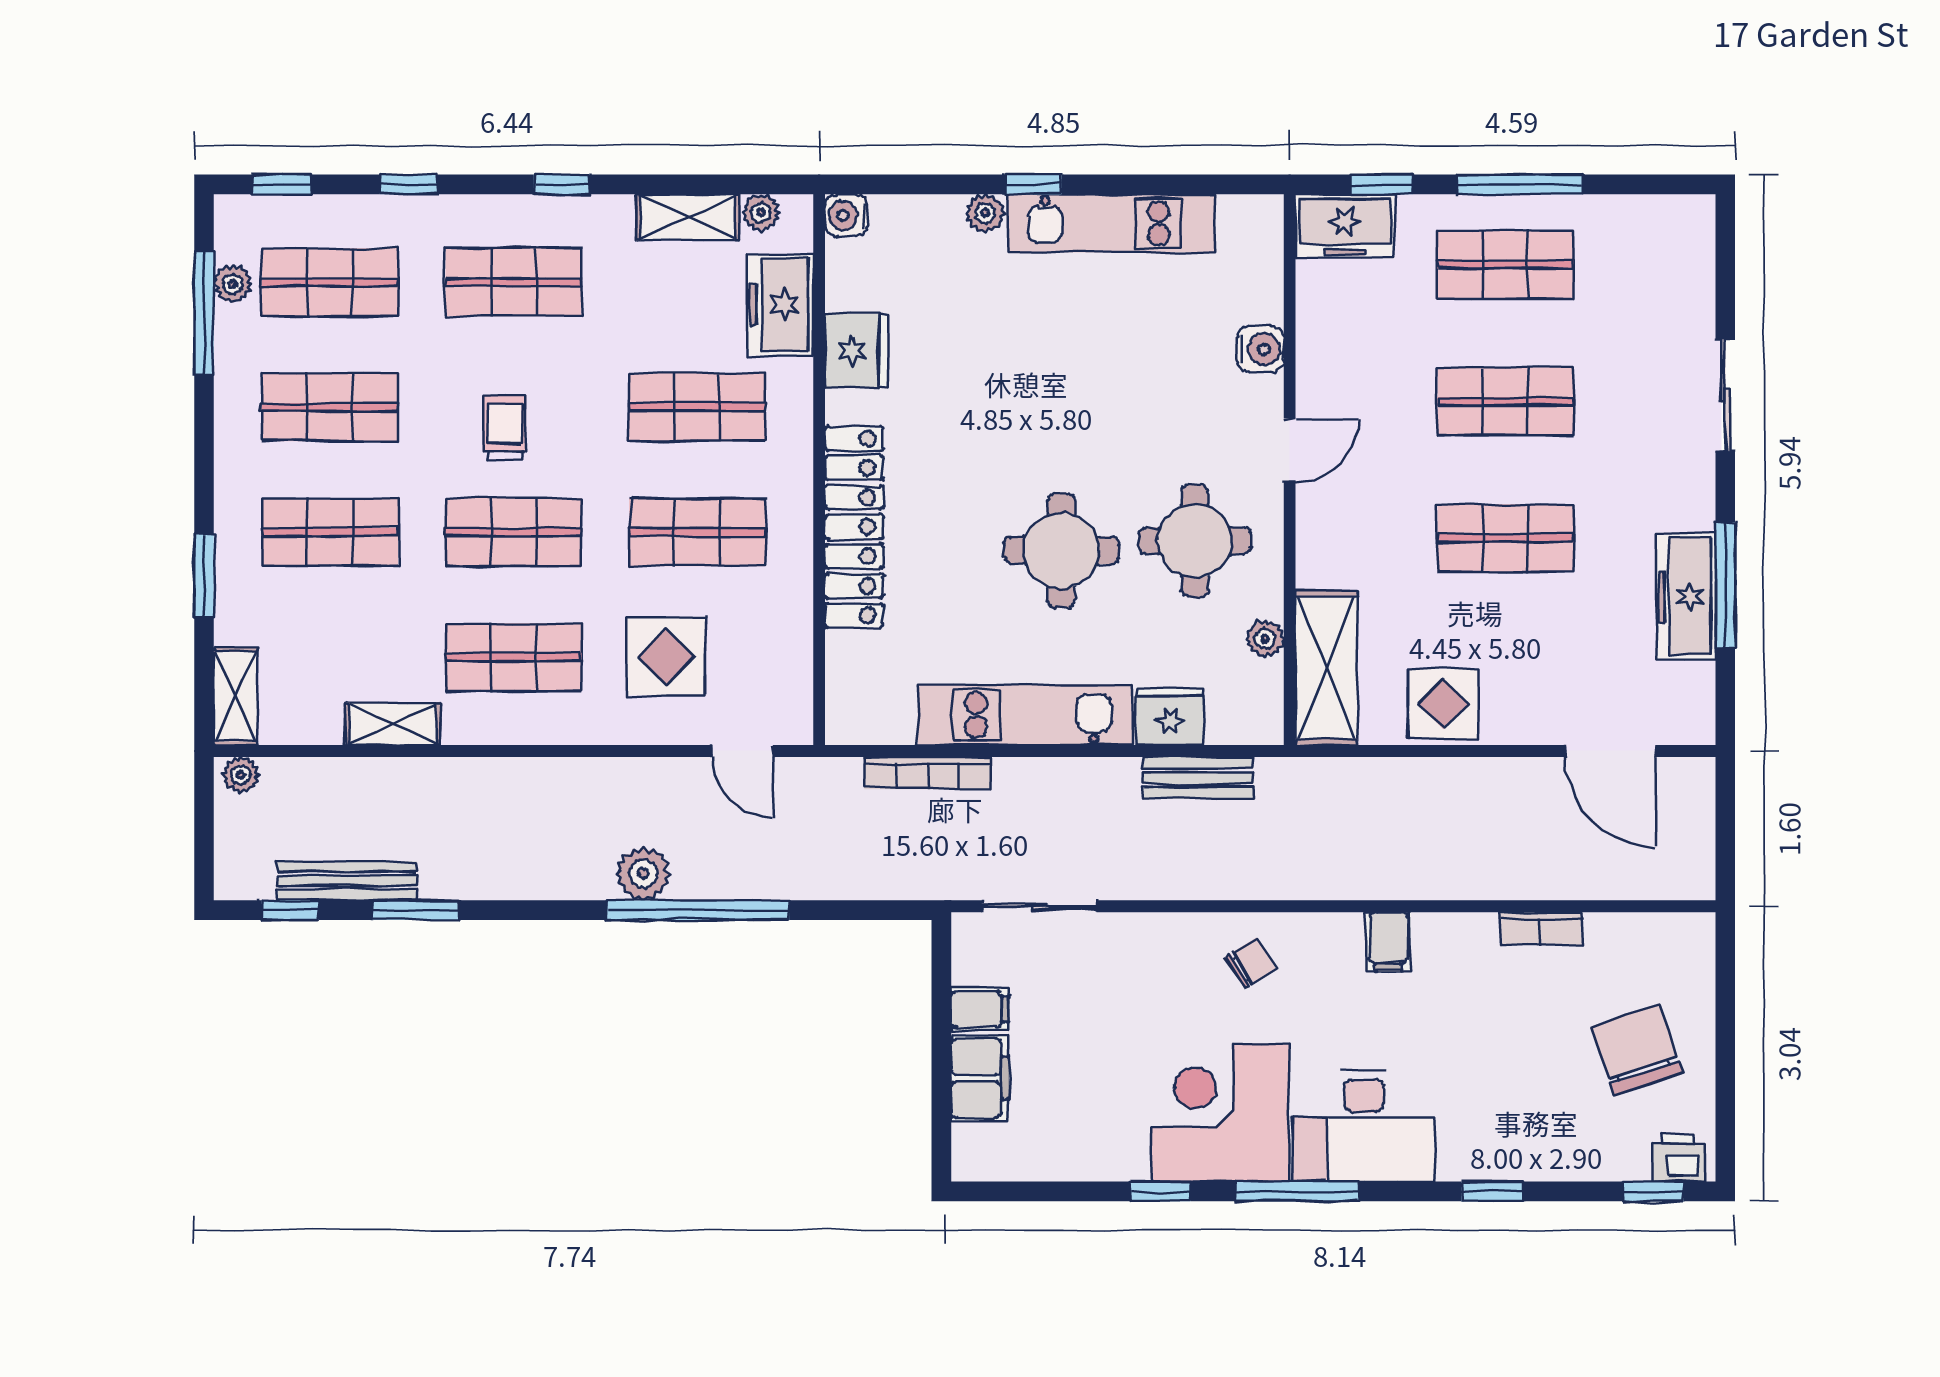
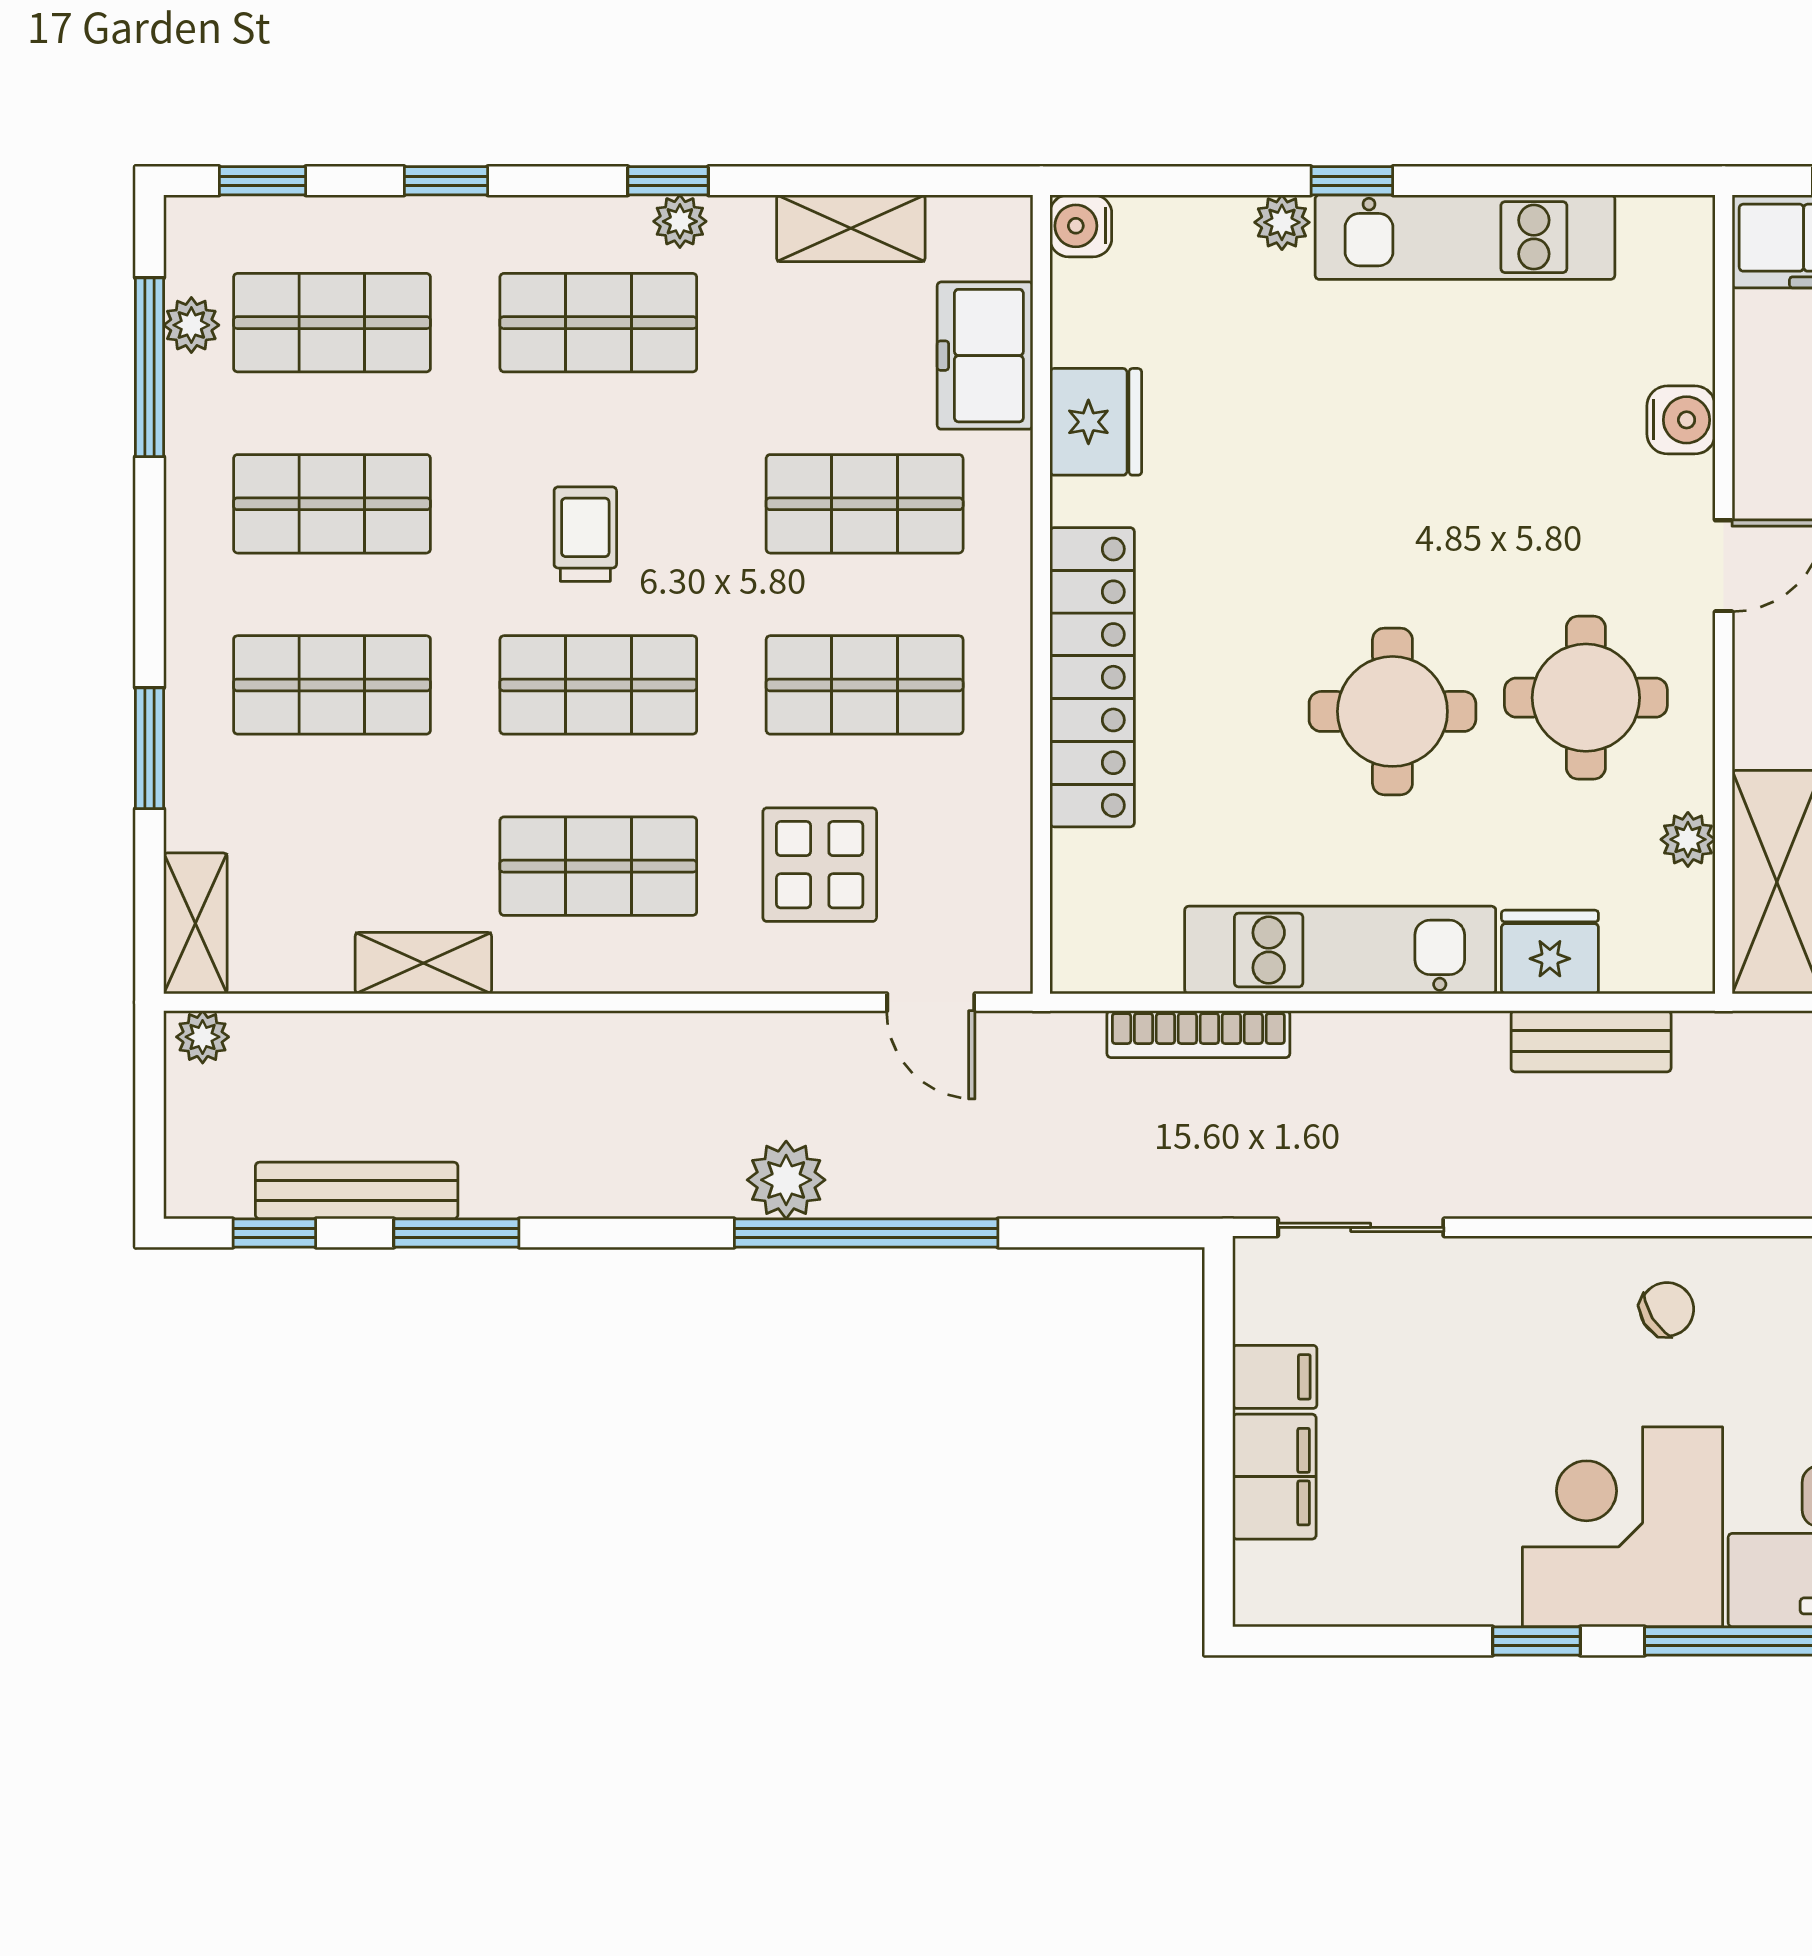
plant: (761, 212) -> (680, 221), moved

